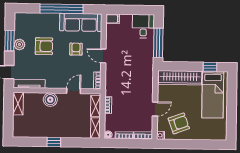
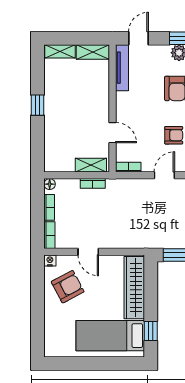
boiler: (50, 100) -> (99, 99), removed
armchair: (179, 123) -> (68, 287), turned -98
shelving: (95, 128) -> (60, 51), moved

